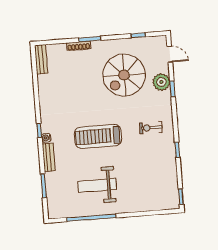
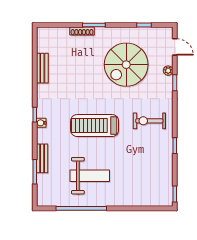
bench: (41, 59) -> (42, 68), moved
plant: (161, 82) -> (168, 71), width x0.53, depth x0.53
exercise bike: (151, 128) -> (149, 121), width x1.38, depth x1.39
bench: (49, 157) -> (42, 158), moved
weight bench: (97, 185) -> (90, 176), turned 180

